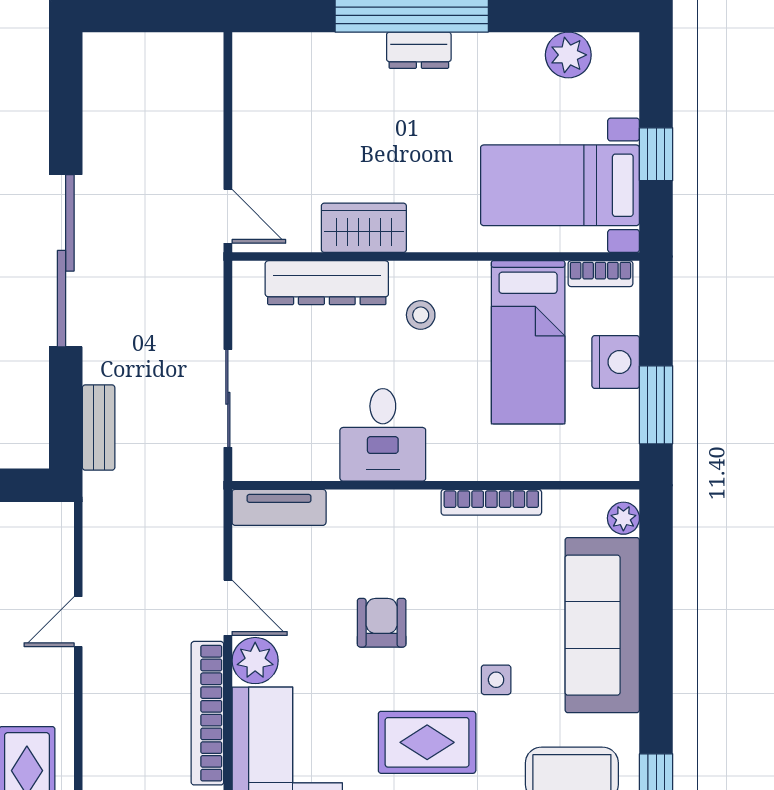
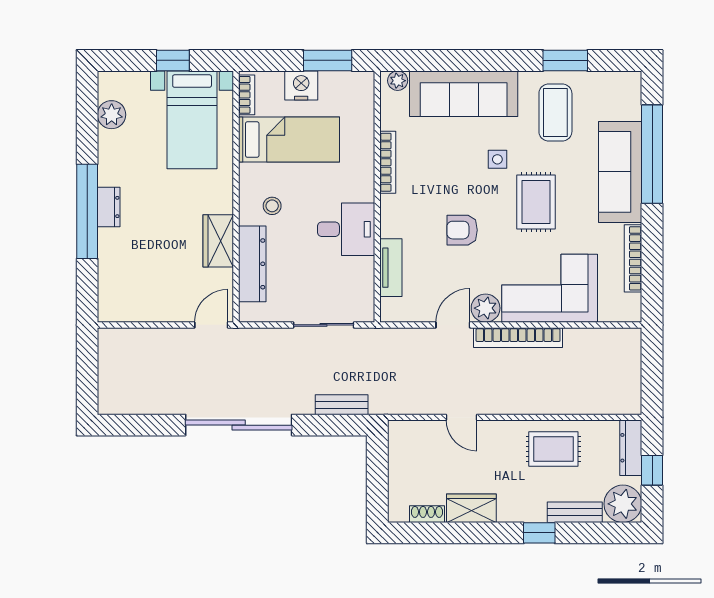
tv unit: (279, 507) -> (391, 268), moved

